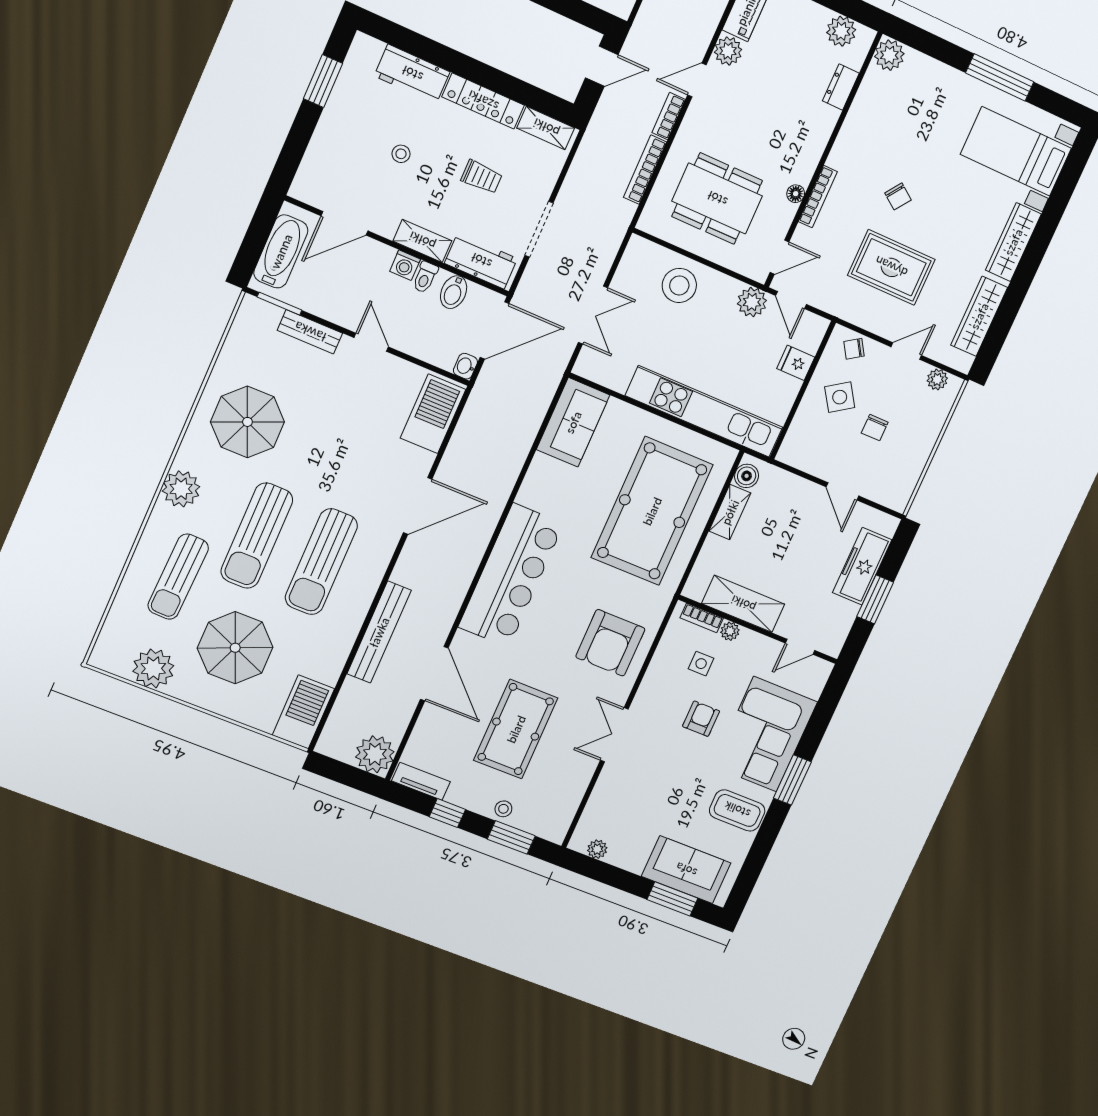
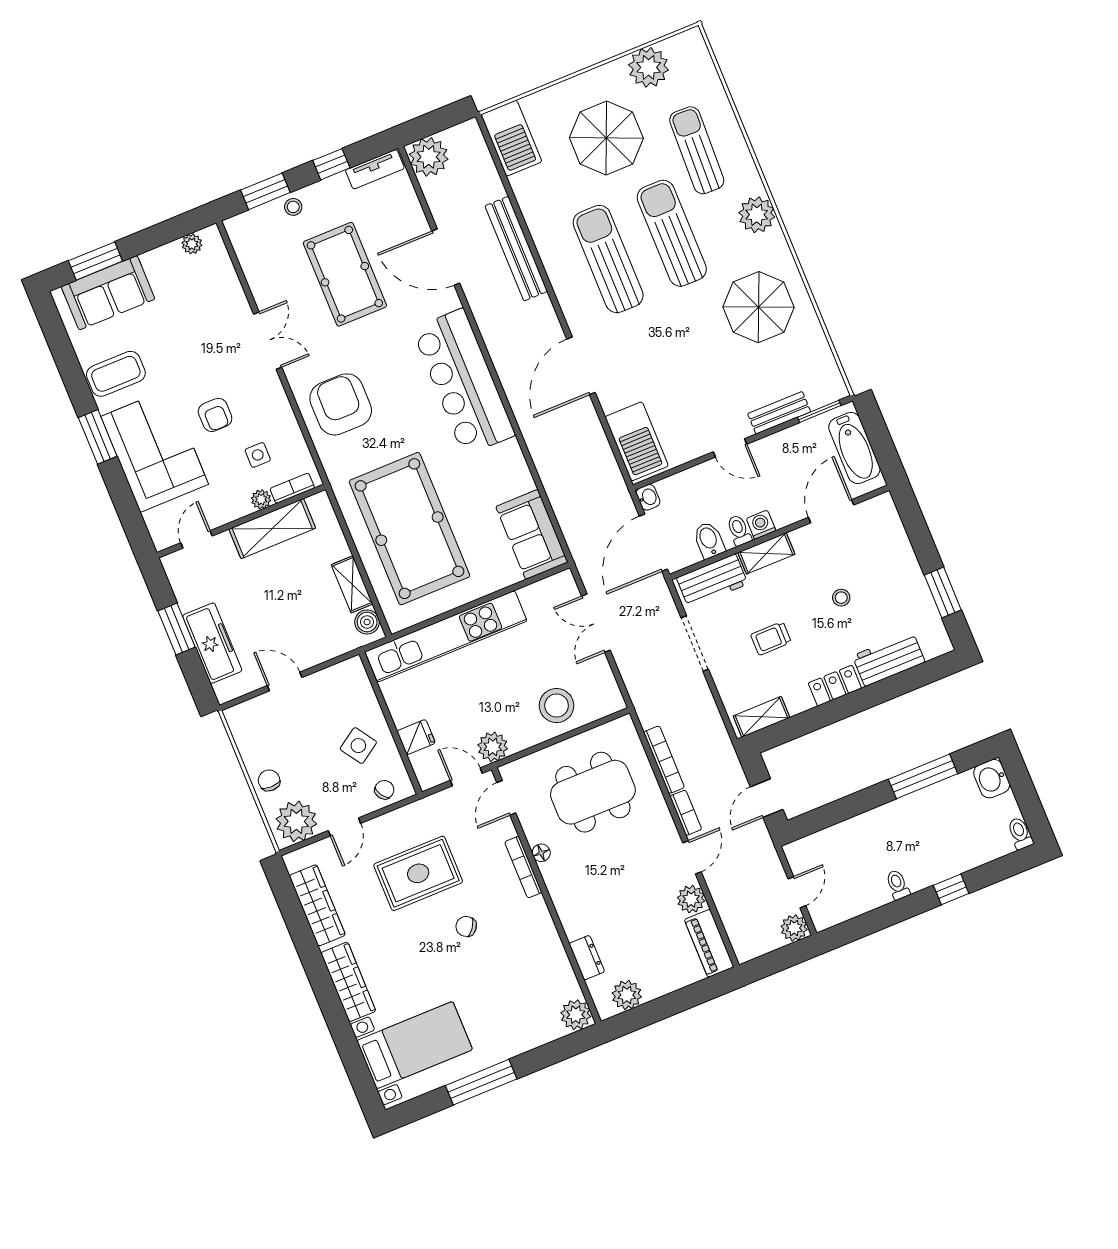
locker: (483, 101) -> (835, 686), width x0.66
plant: (937, 379) -> (296, 821), width x1.88, depth x1.88
chair: (875, 428) -> (269, 780), moved

